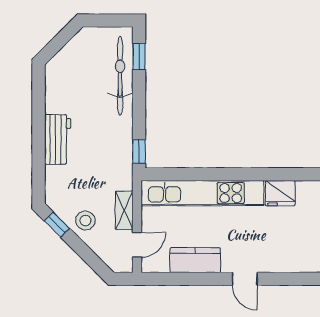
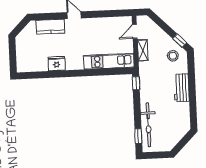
kitchen unit: (202, 193) -> (109, 61), width x0.73
stool: (85, 221) -> (173, 56), moved
kitchen counter: (195, 260) -> (50, 27), moved

